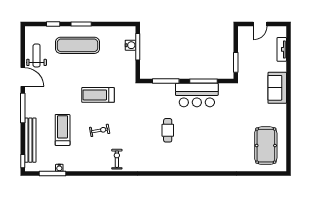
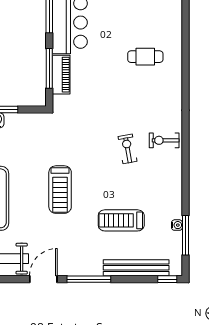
piano: (161, 89) -> (61, 75), added
treadmill: (98, 95) -> (60, 190), moved
exercise bike: (100, 130) -> (128, 149), moved
cafe table: (168, 130) -> (145, 57), moved

